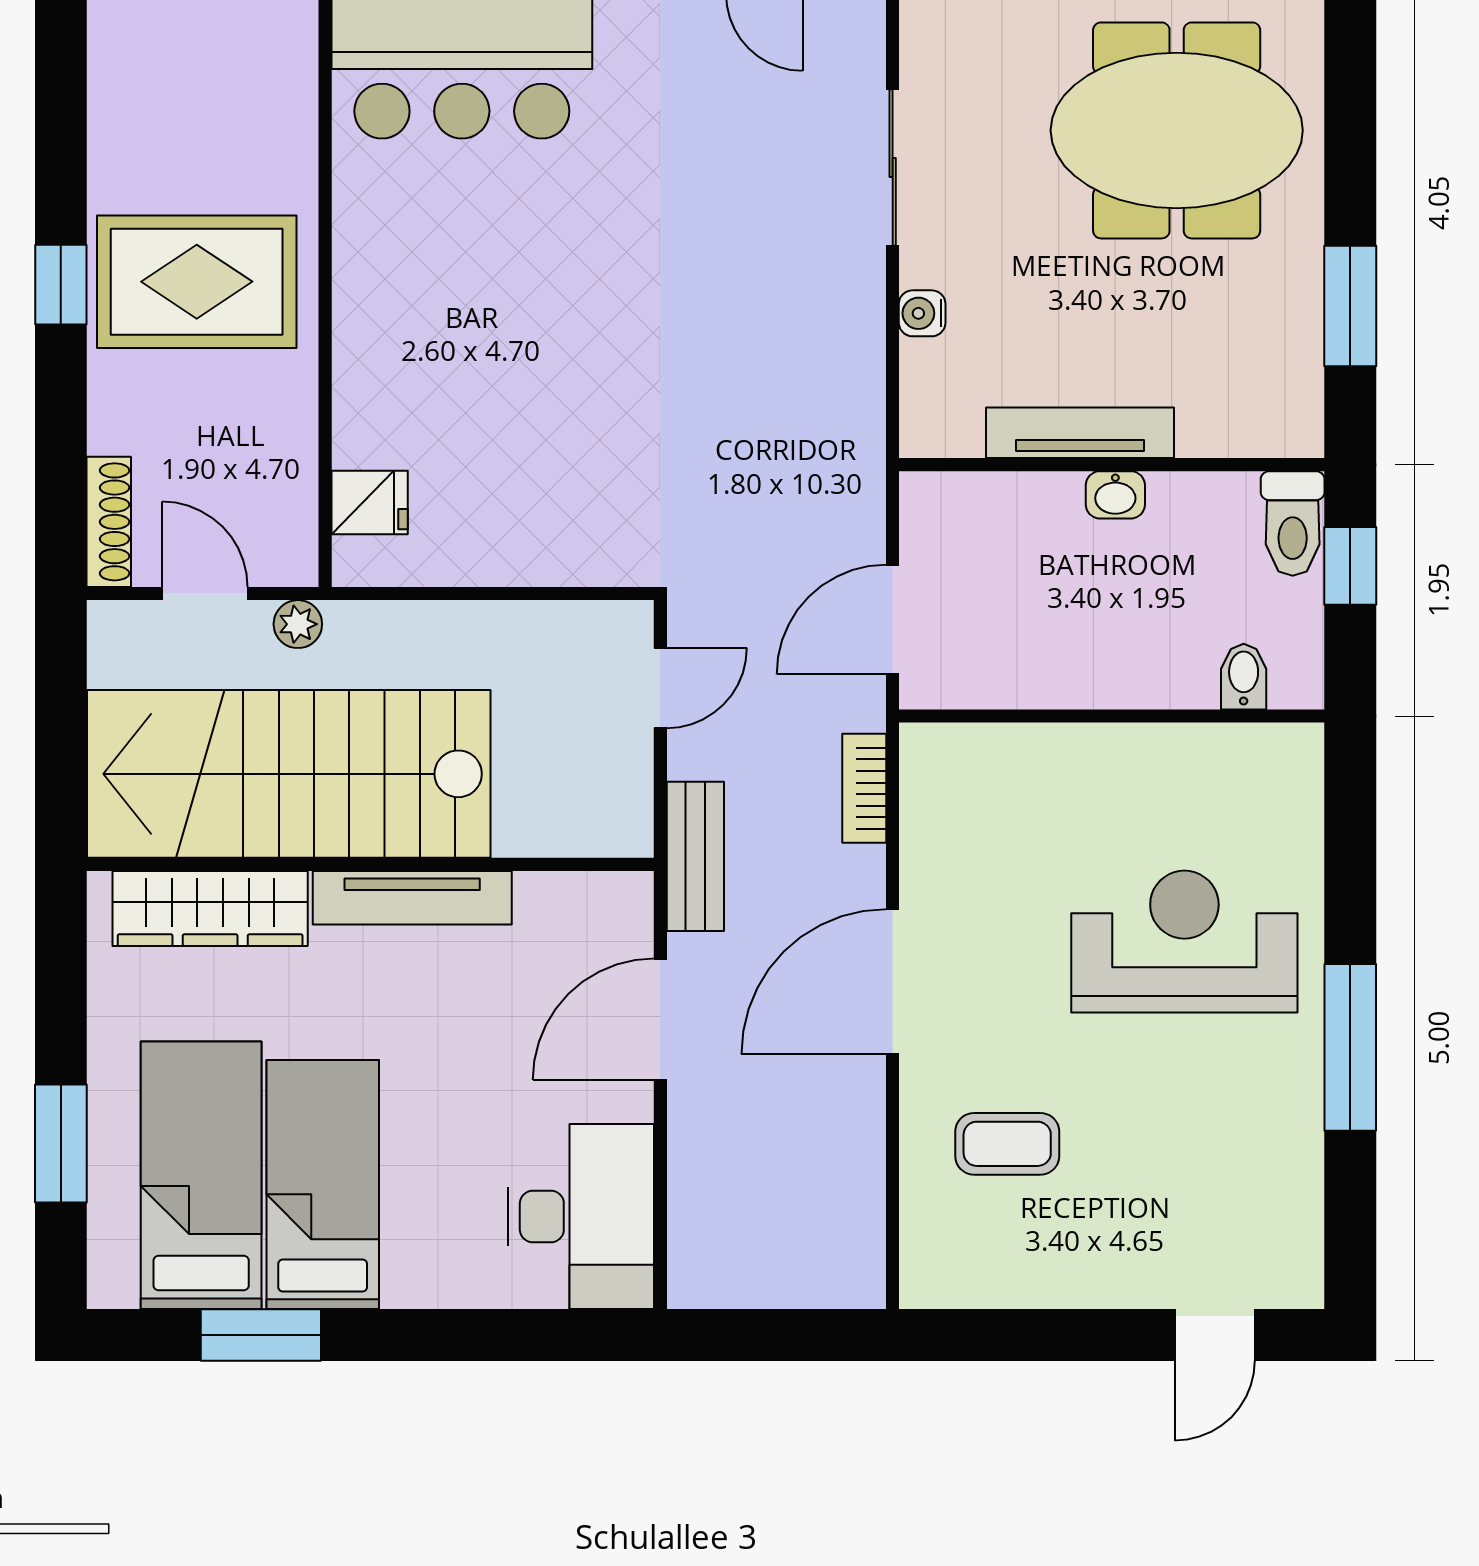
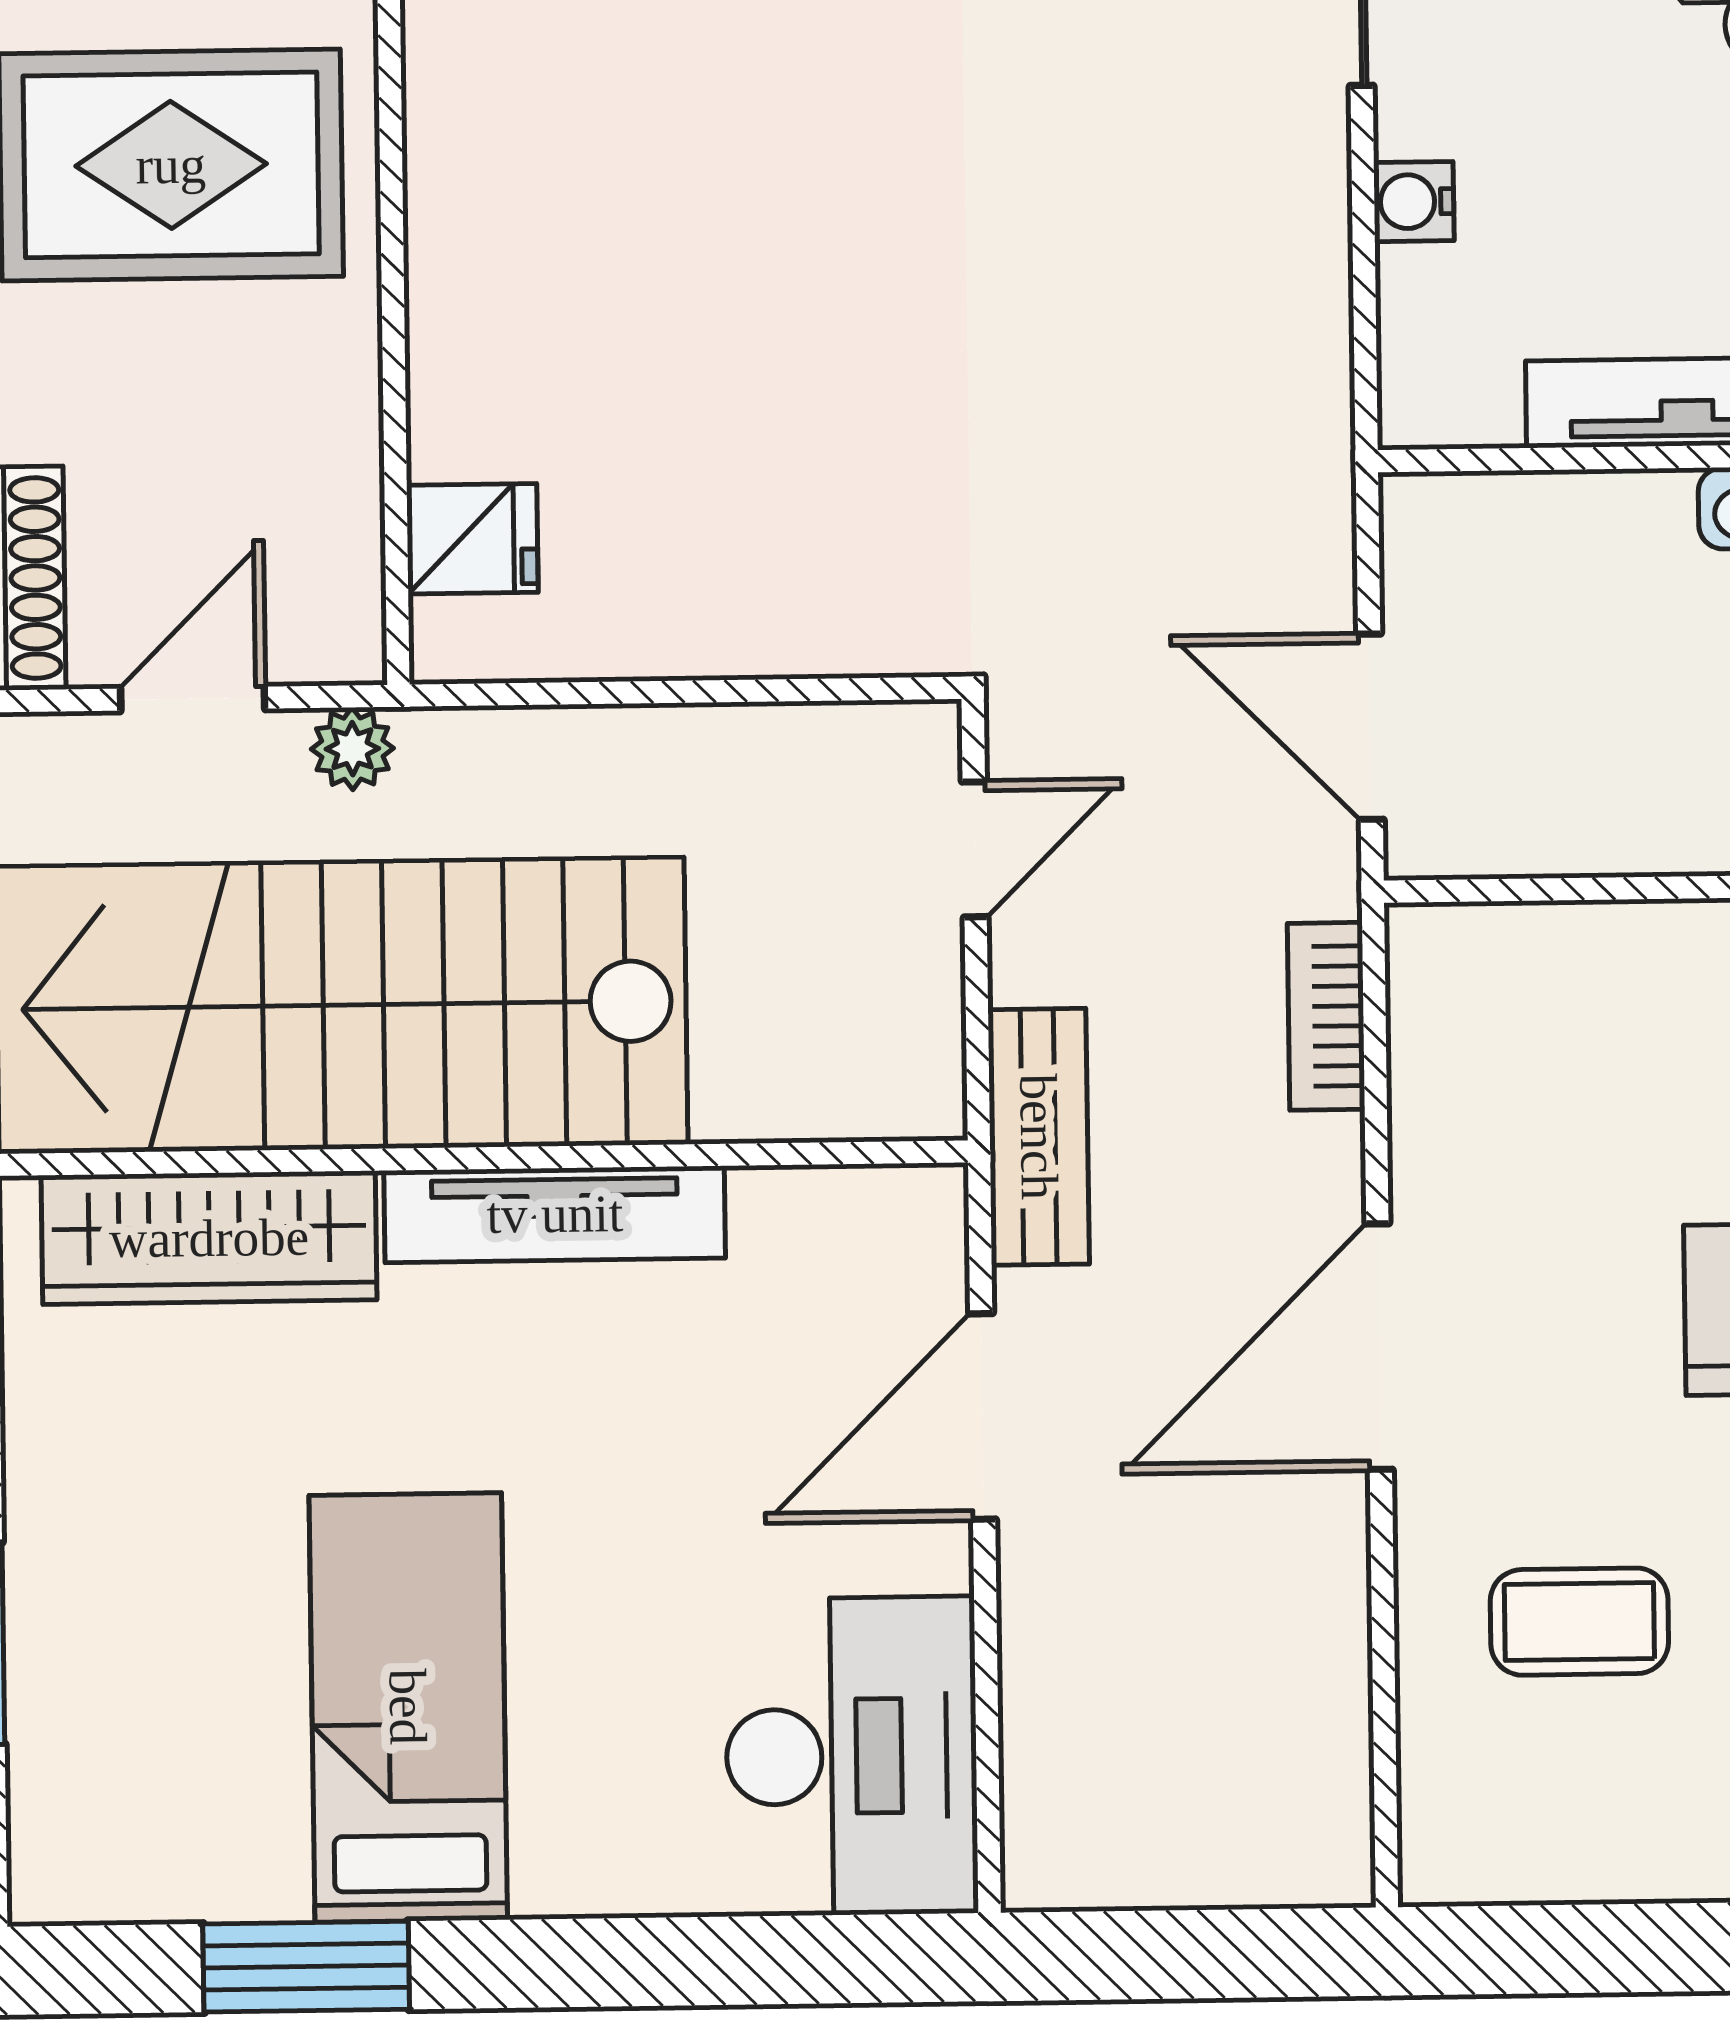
door: (205, 594) -> (193, 699), hinge flipped
door: (893, 620) -> (1370, 727), hinge flipped
bed: (201, 1175) -> (200, 1695), removed

